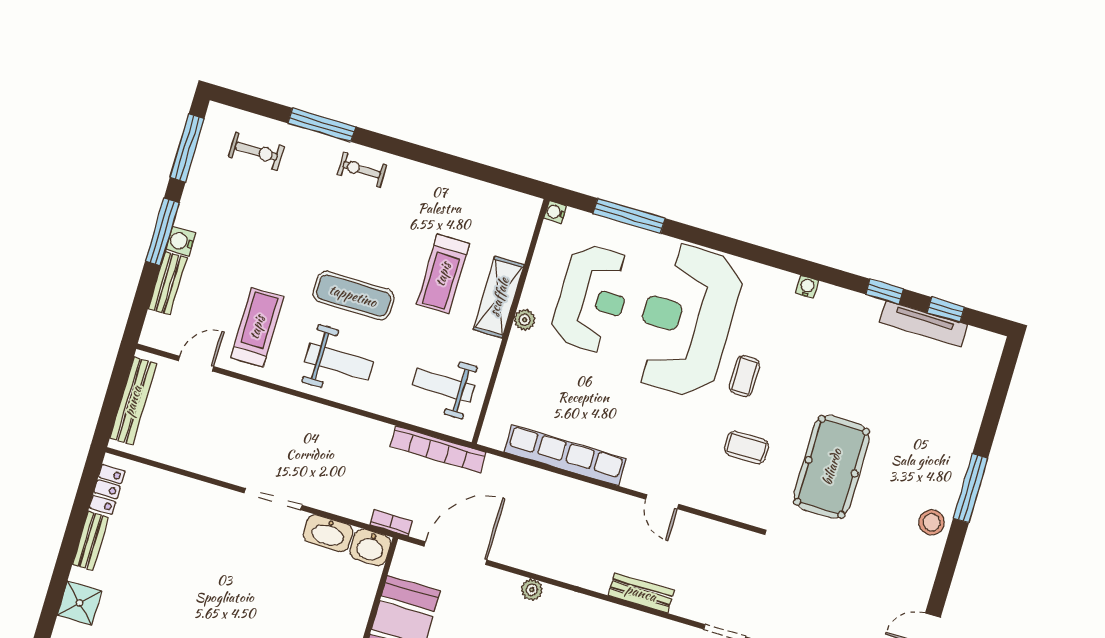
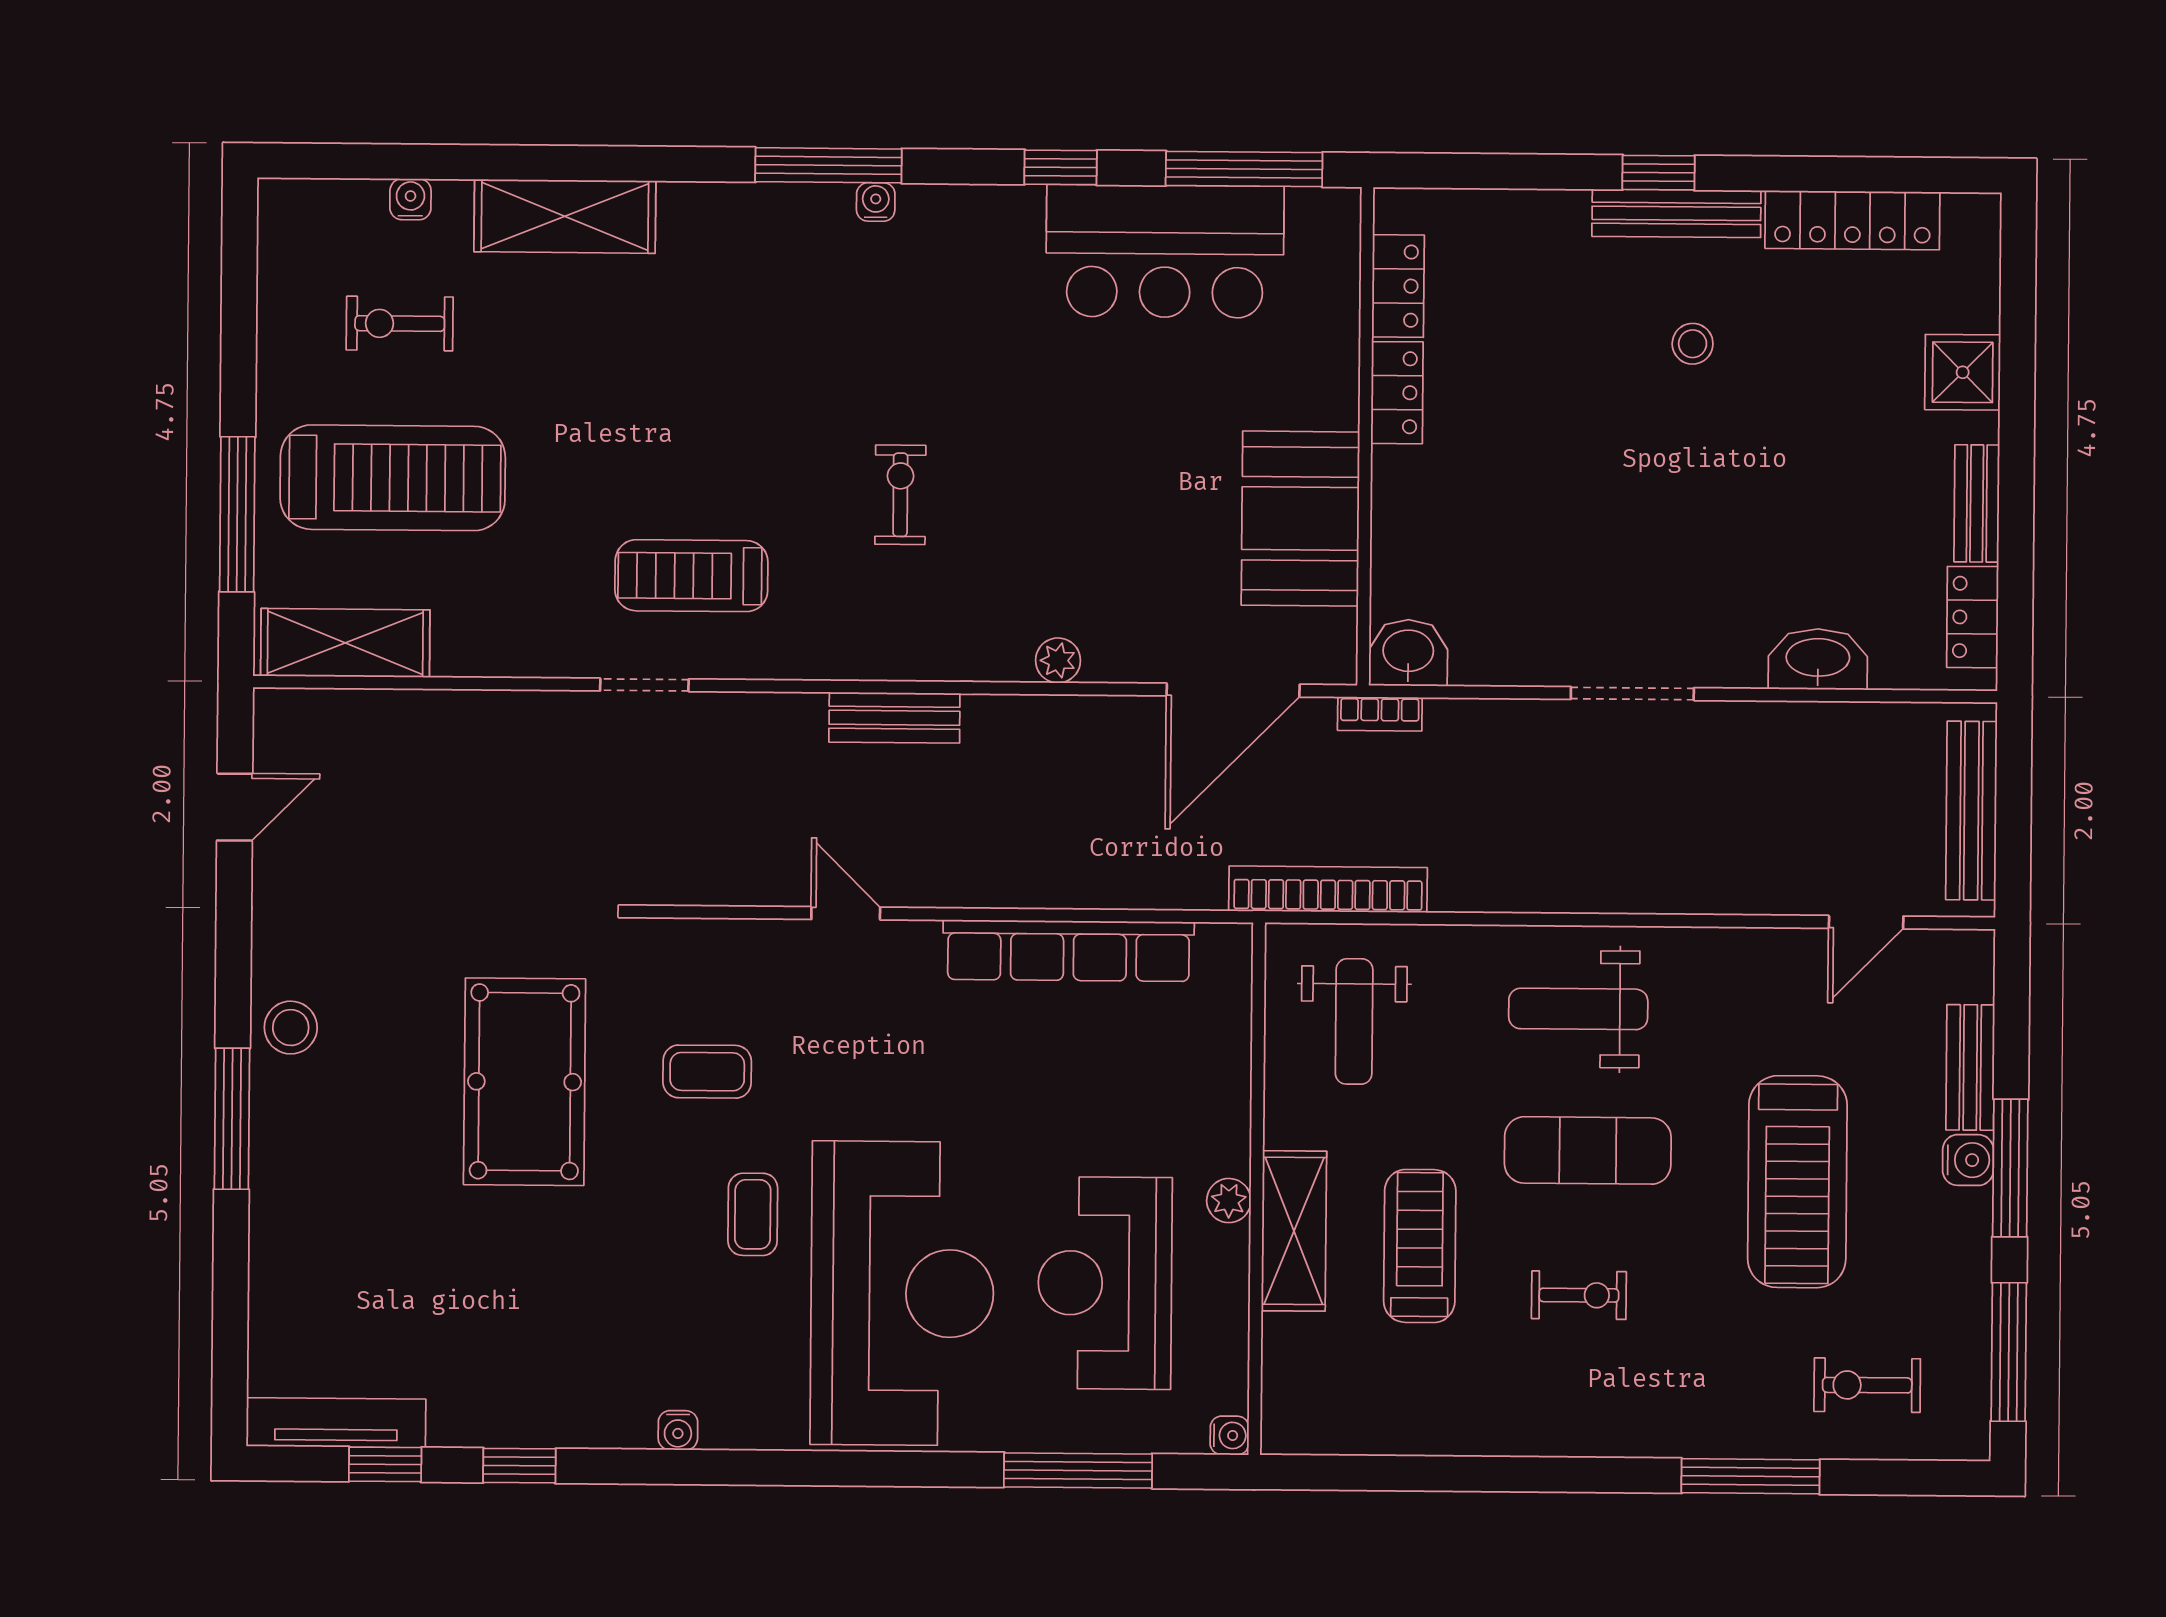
exercise bike: (362, 170) -> (1579, 1295), moved
tv unit: (923, 324) -> (336, 1423), moved
treadmill: (257, 327) -> (1797, 1182), moved, width x1.37, depth x1.38
weight bench: (444, 385) -> (1354, 1021), turned 90
washbasin: (328, 533) -> (1818, 659), moved
bench: (641, 593) -> (894, 718), moved

